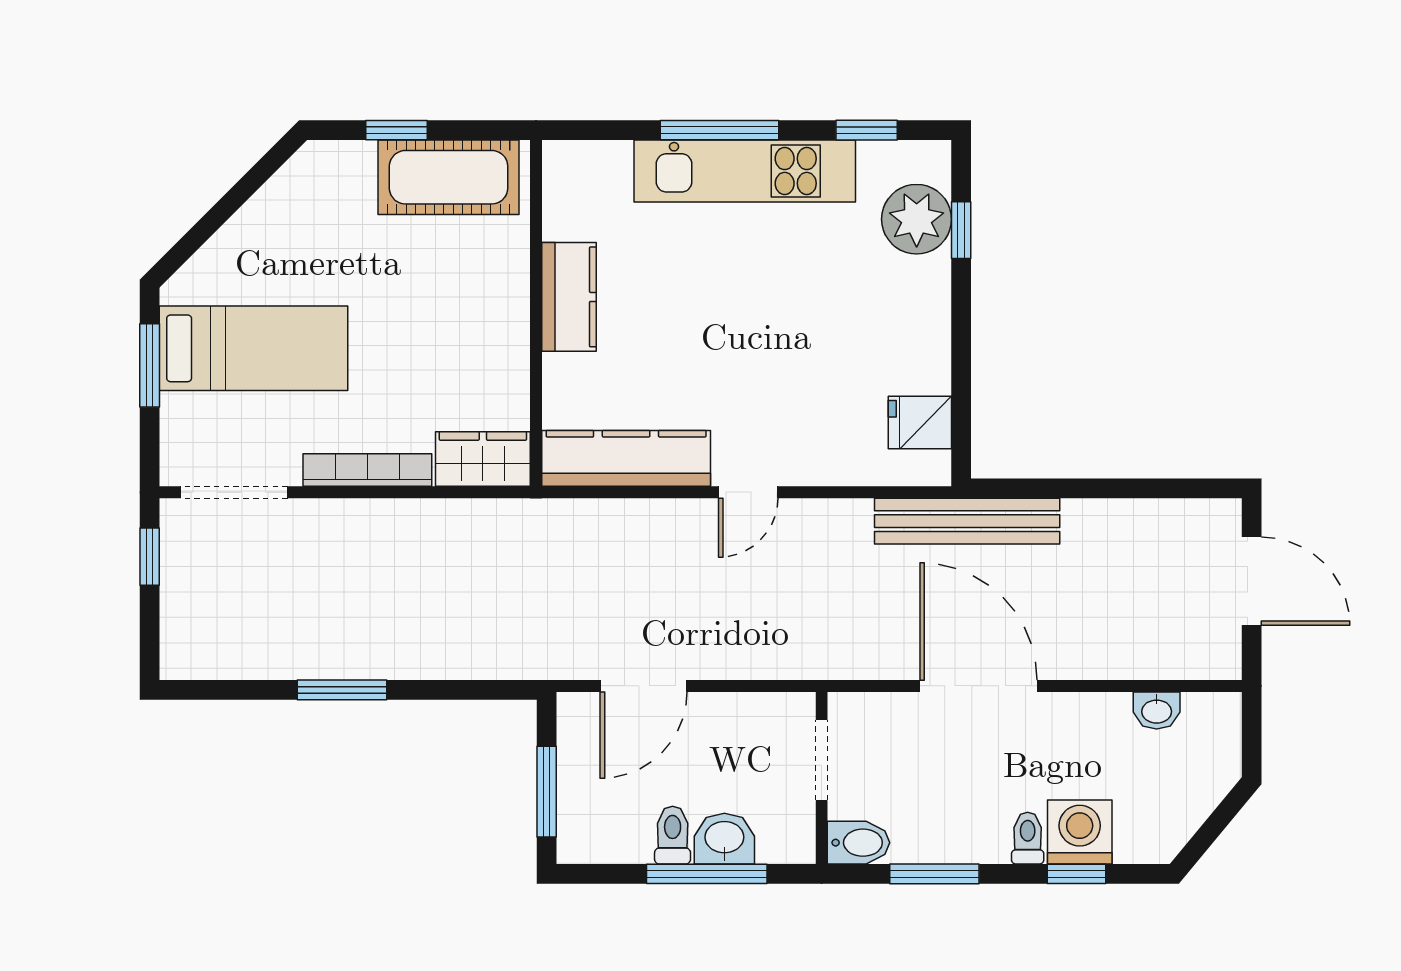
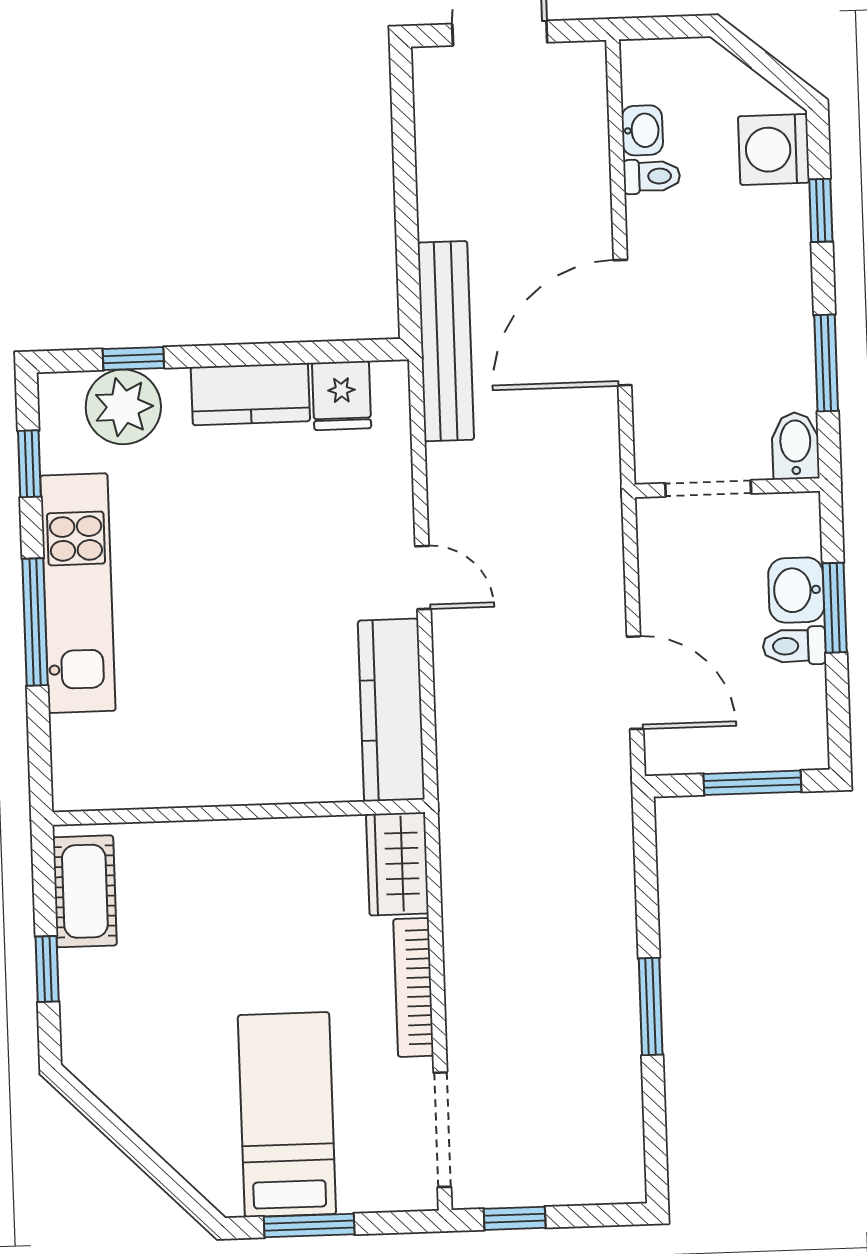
cot: (449, 177) -> (85, 891), width x0.73, depth x0.75
kitchen counter: (569, 297) -> (250, 394), moved, turned 180
washing machine: (1080, 832) -> (774, 149), moved
toilet: (1028, 838) -> (652, 176), moved, turned 180
window: (707, 874) -> (835, 608), width x0.69

